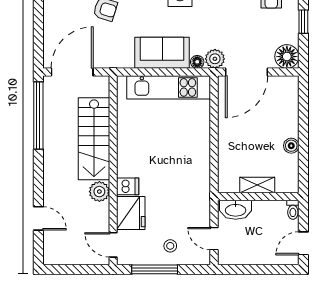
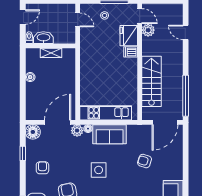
plant: (99, 192) -> (148, 30), moved
washbasin: (236, 210) -> (43, 38), moved

